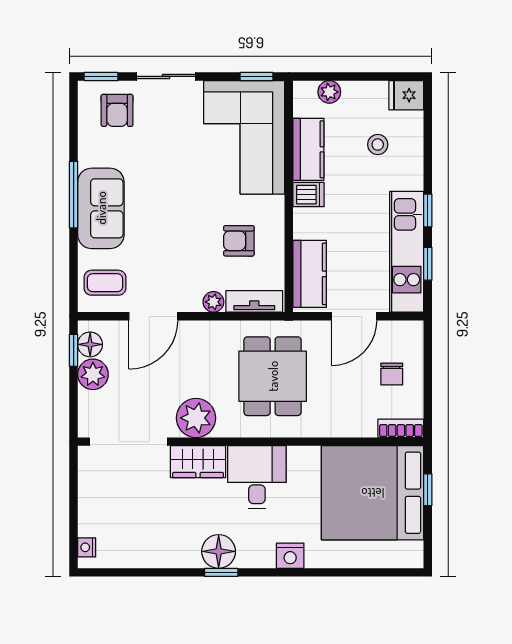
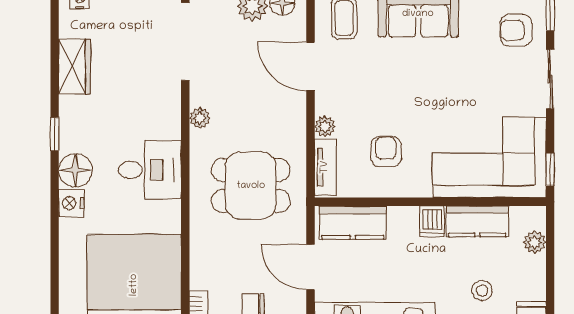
plant: (196, 418) -> (200, 118), width x0.53, depth x0.53
wardrobe: (198, 462) -> (75, 66), moved, turned 180
floor lamp: (219, 551) -> (76, 170), moved

